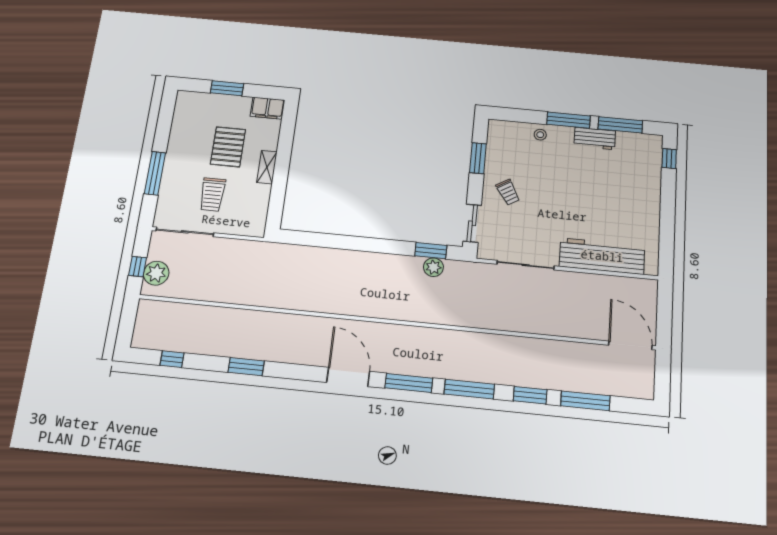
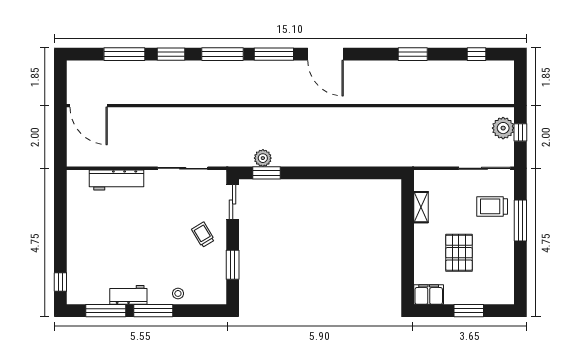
shelving: (267, 167) -> (421, 207), moved
trolley: (212, 194) -> (492, 206), moved, turned -90
workbench: (602, 256) -> (116, 180), width x0.73, depth x0.76

